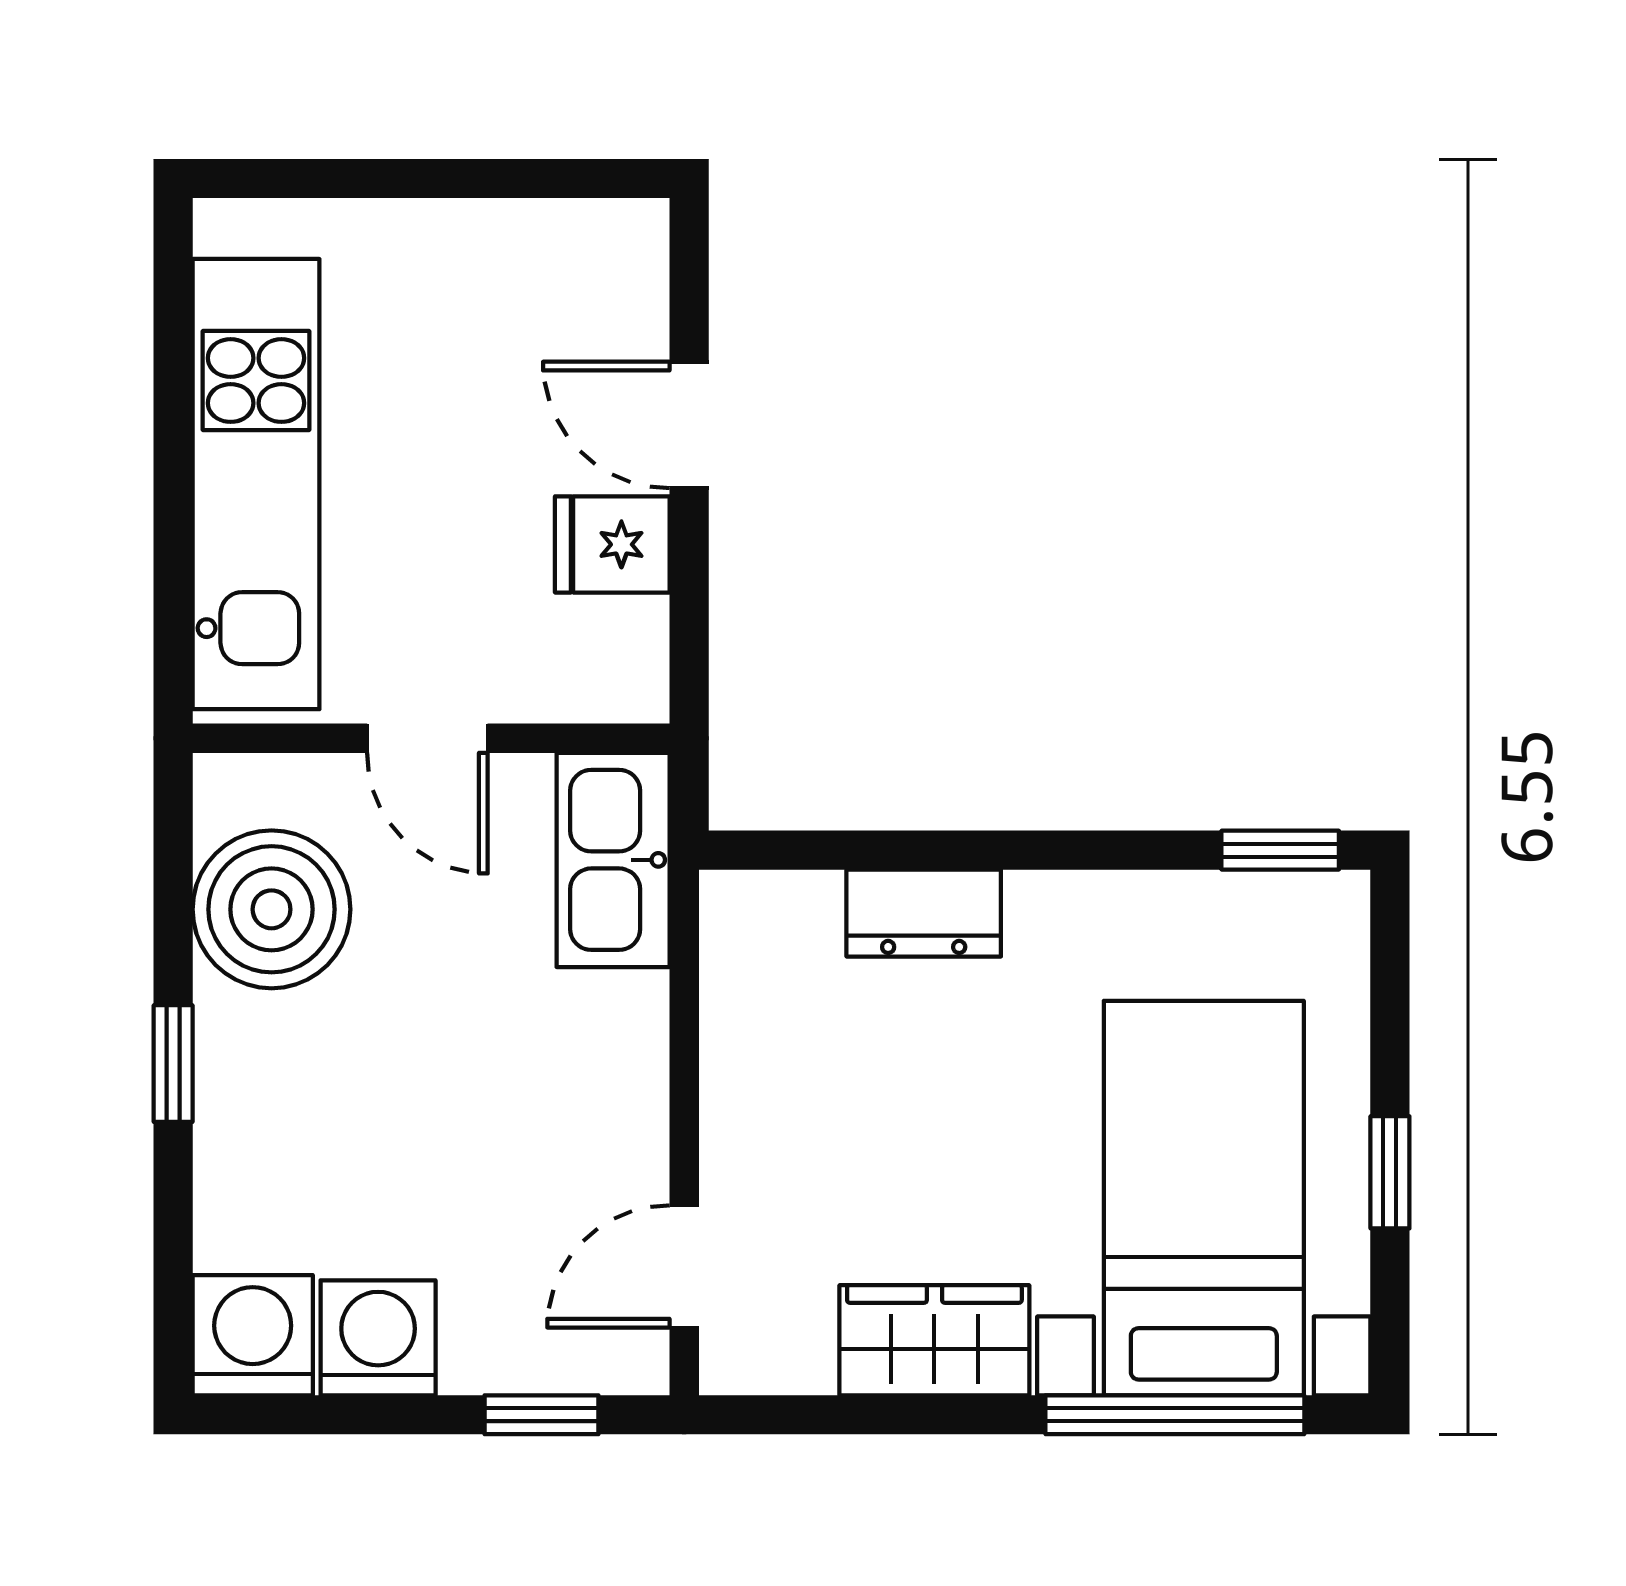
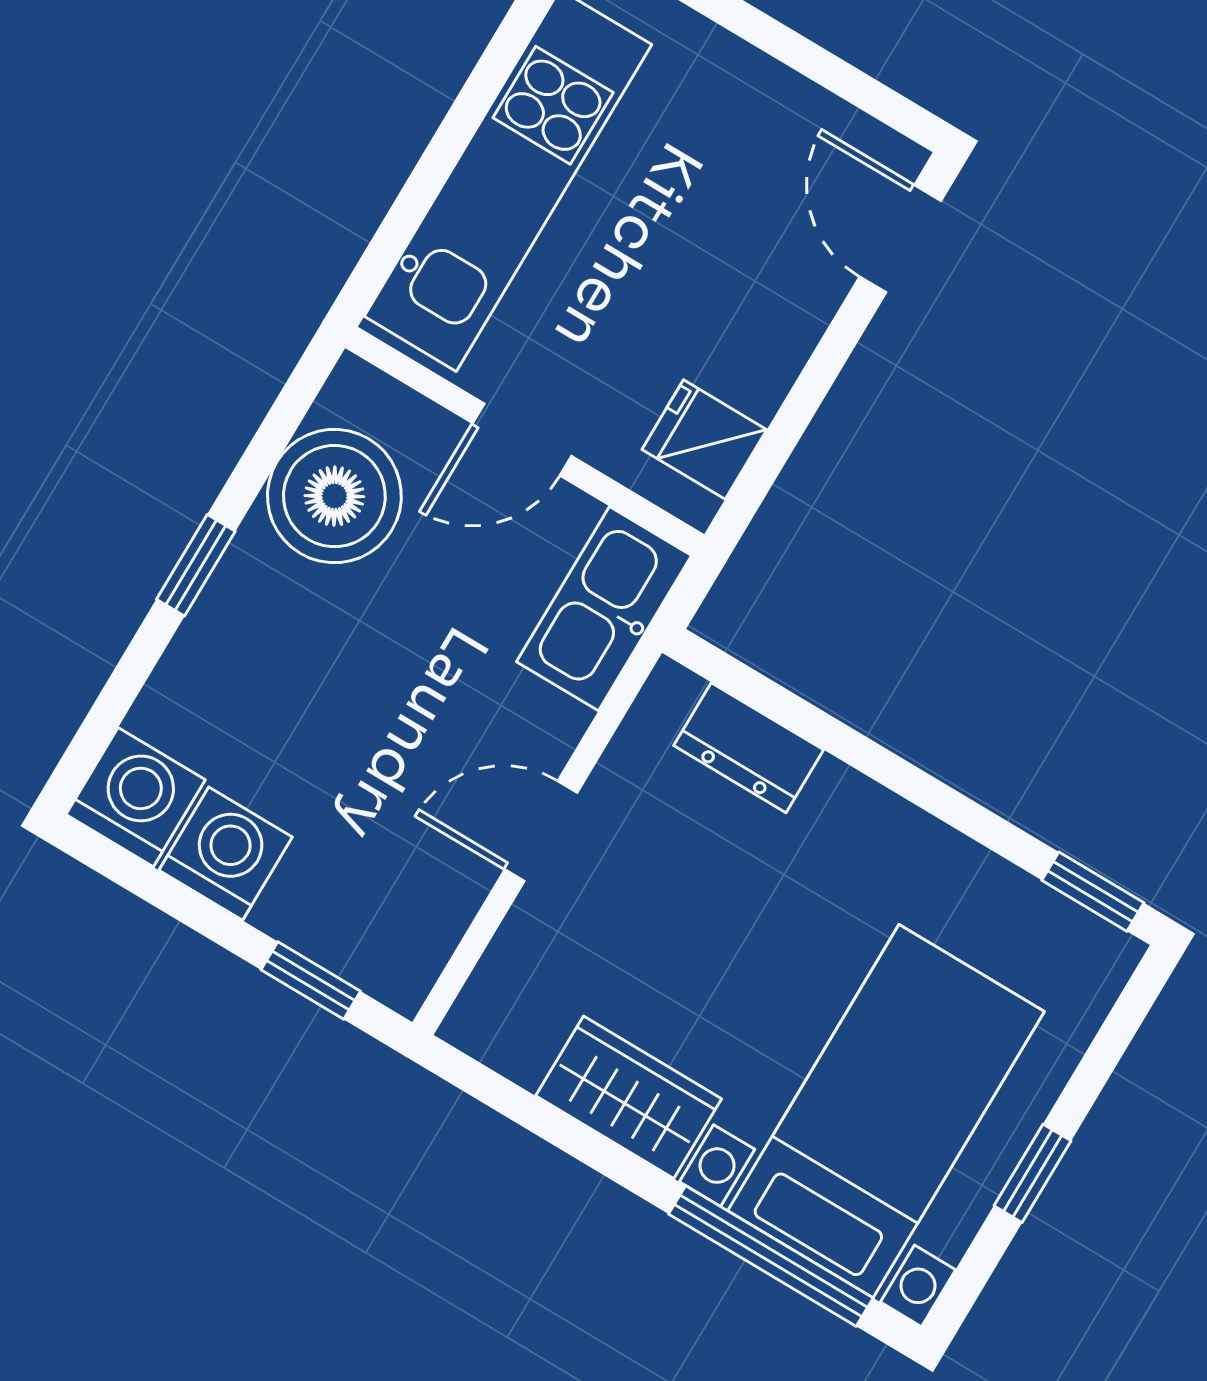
door: (689, 425) -> (900, 239), moved
fridge: (612, 544) -> (704, 440), moved
door: (427, 738) -> (522, 439), hinge flipped
dresser: (924, 913) -> (749, 748), moved
door: (684, 1266) -> (541, 831), moved

